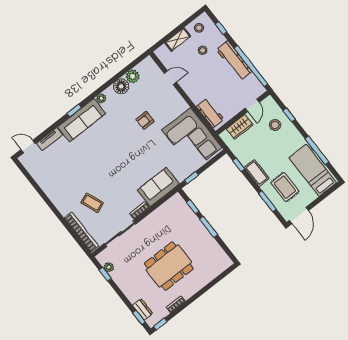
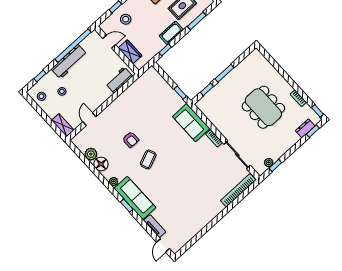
shelving: (178, 39) -> (63, 125), moved
corner sofa: (192, 139) -> (144, 95), removed
coffee table: (92, 203) -> (148, 159), moved

